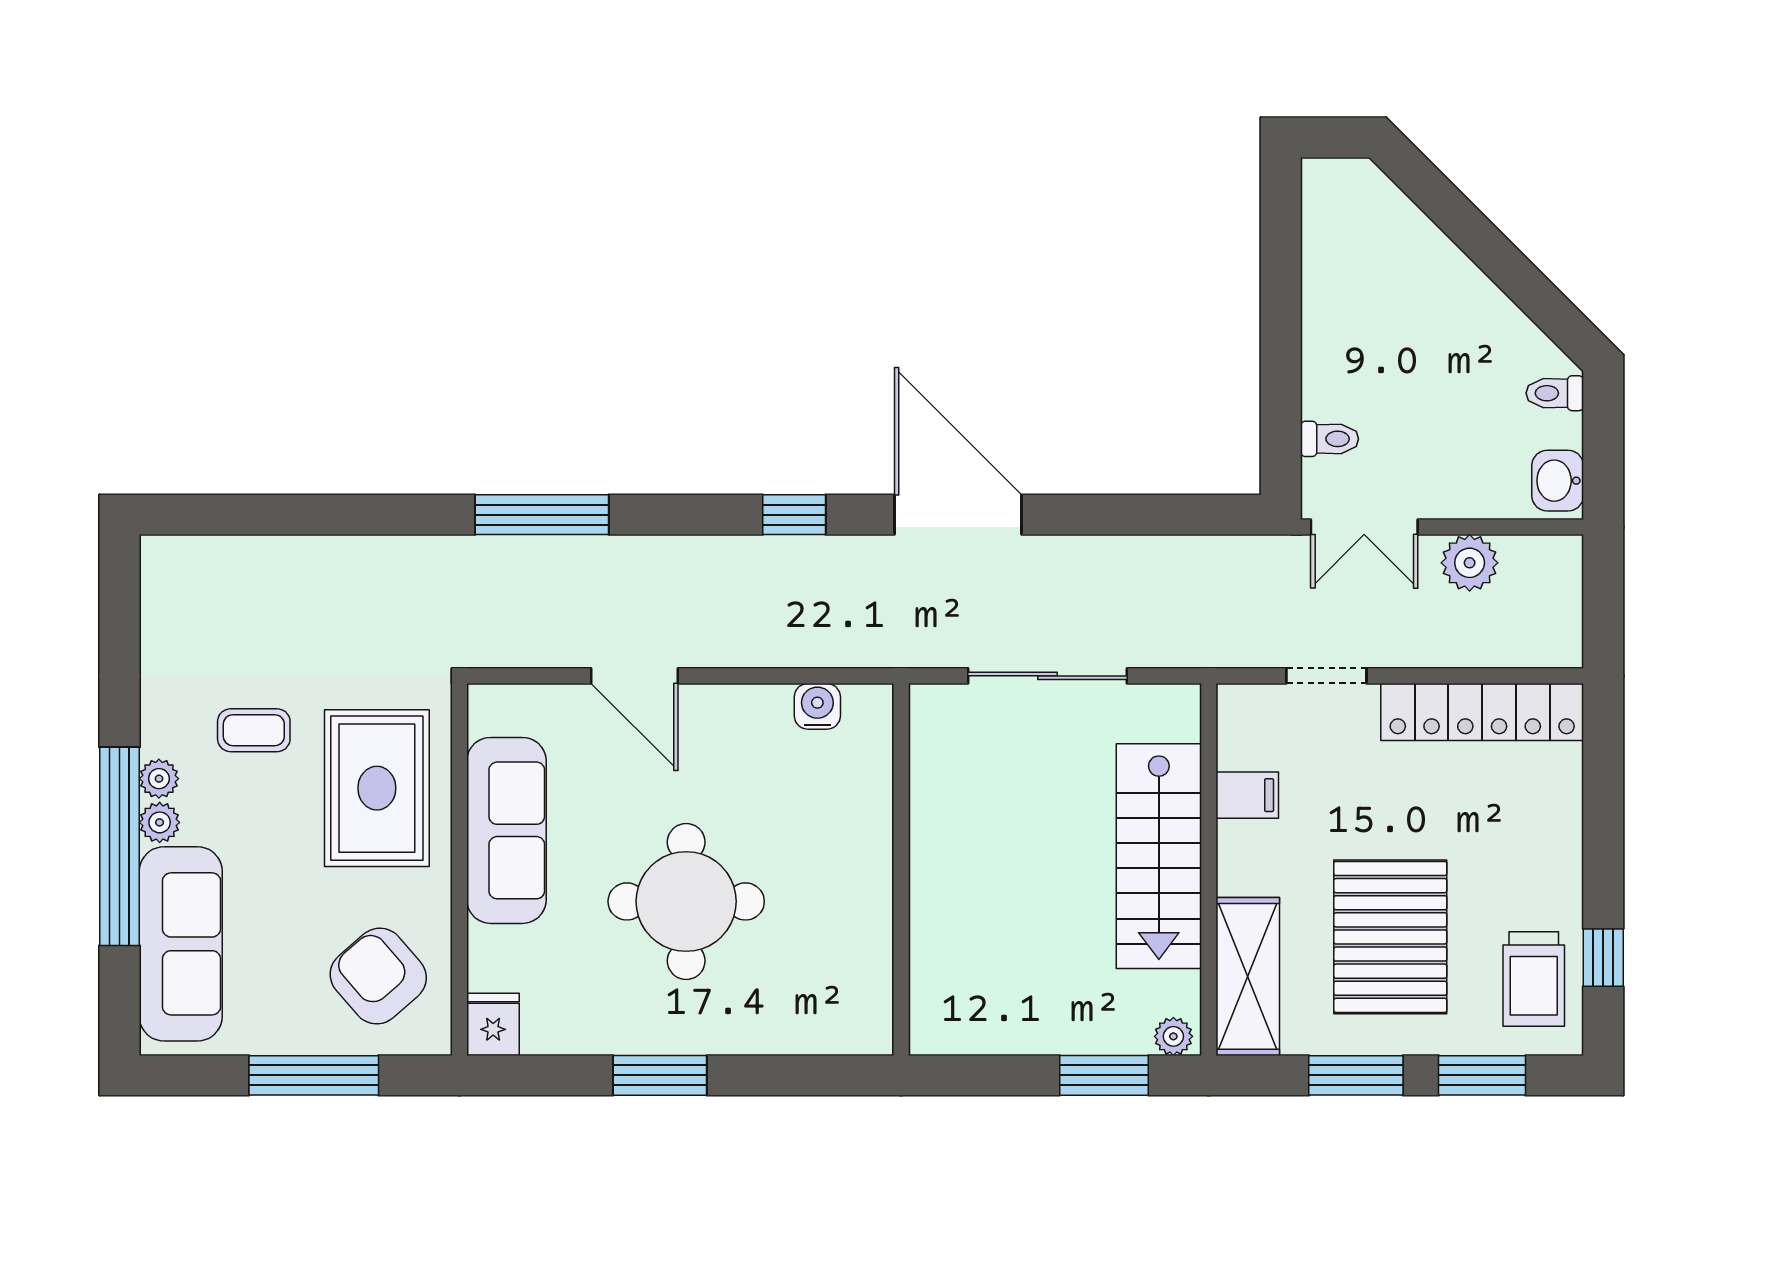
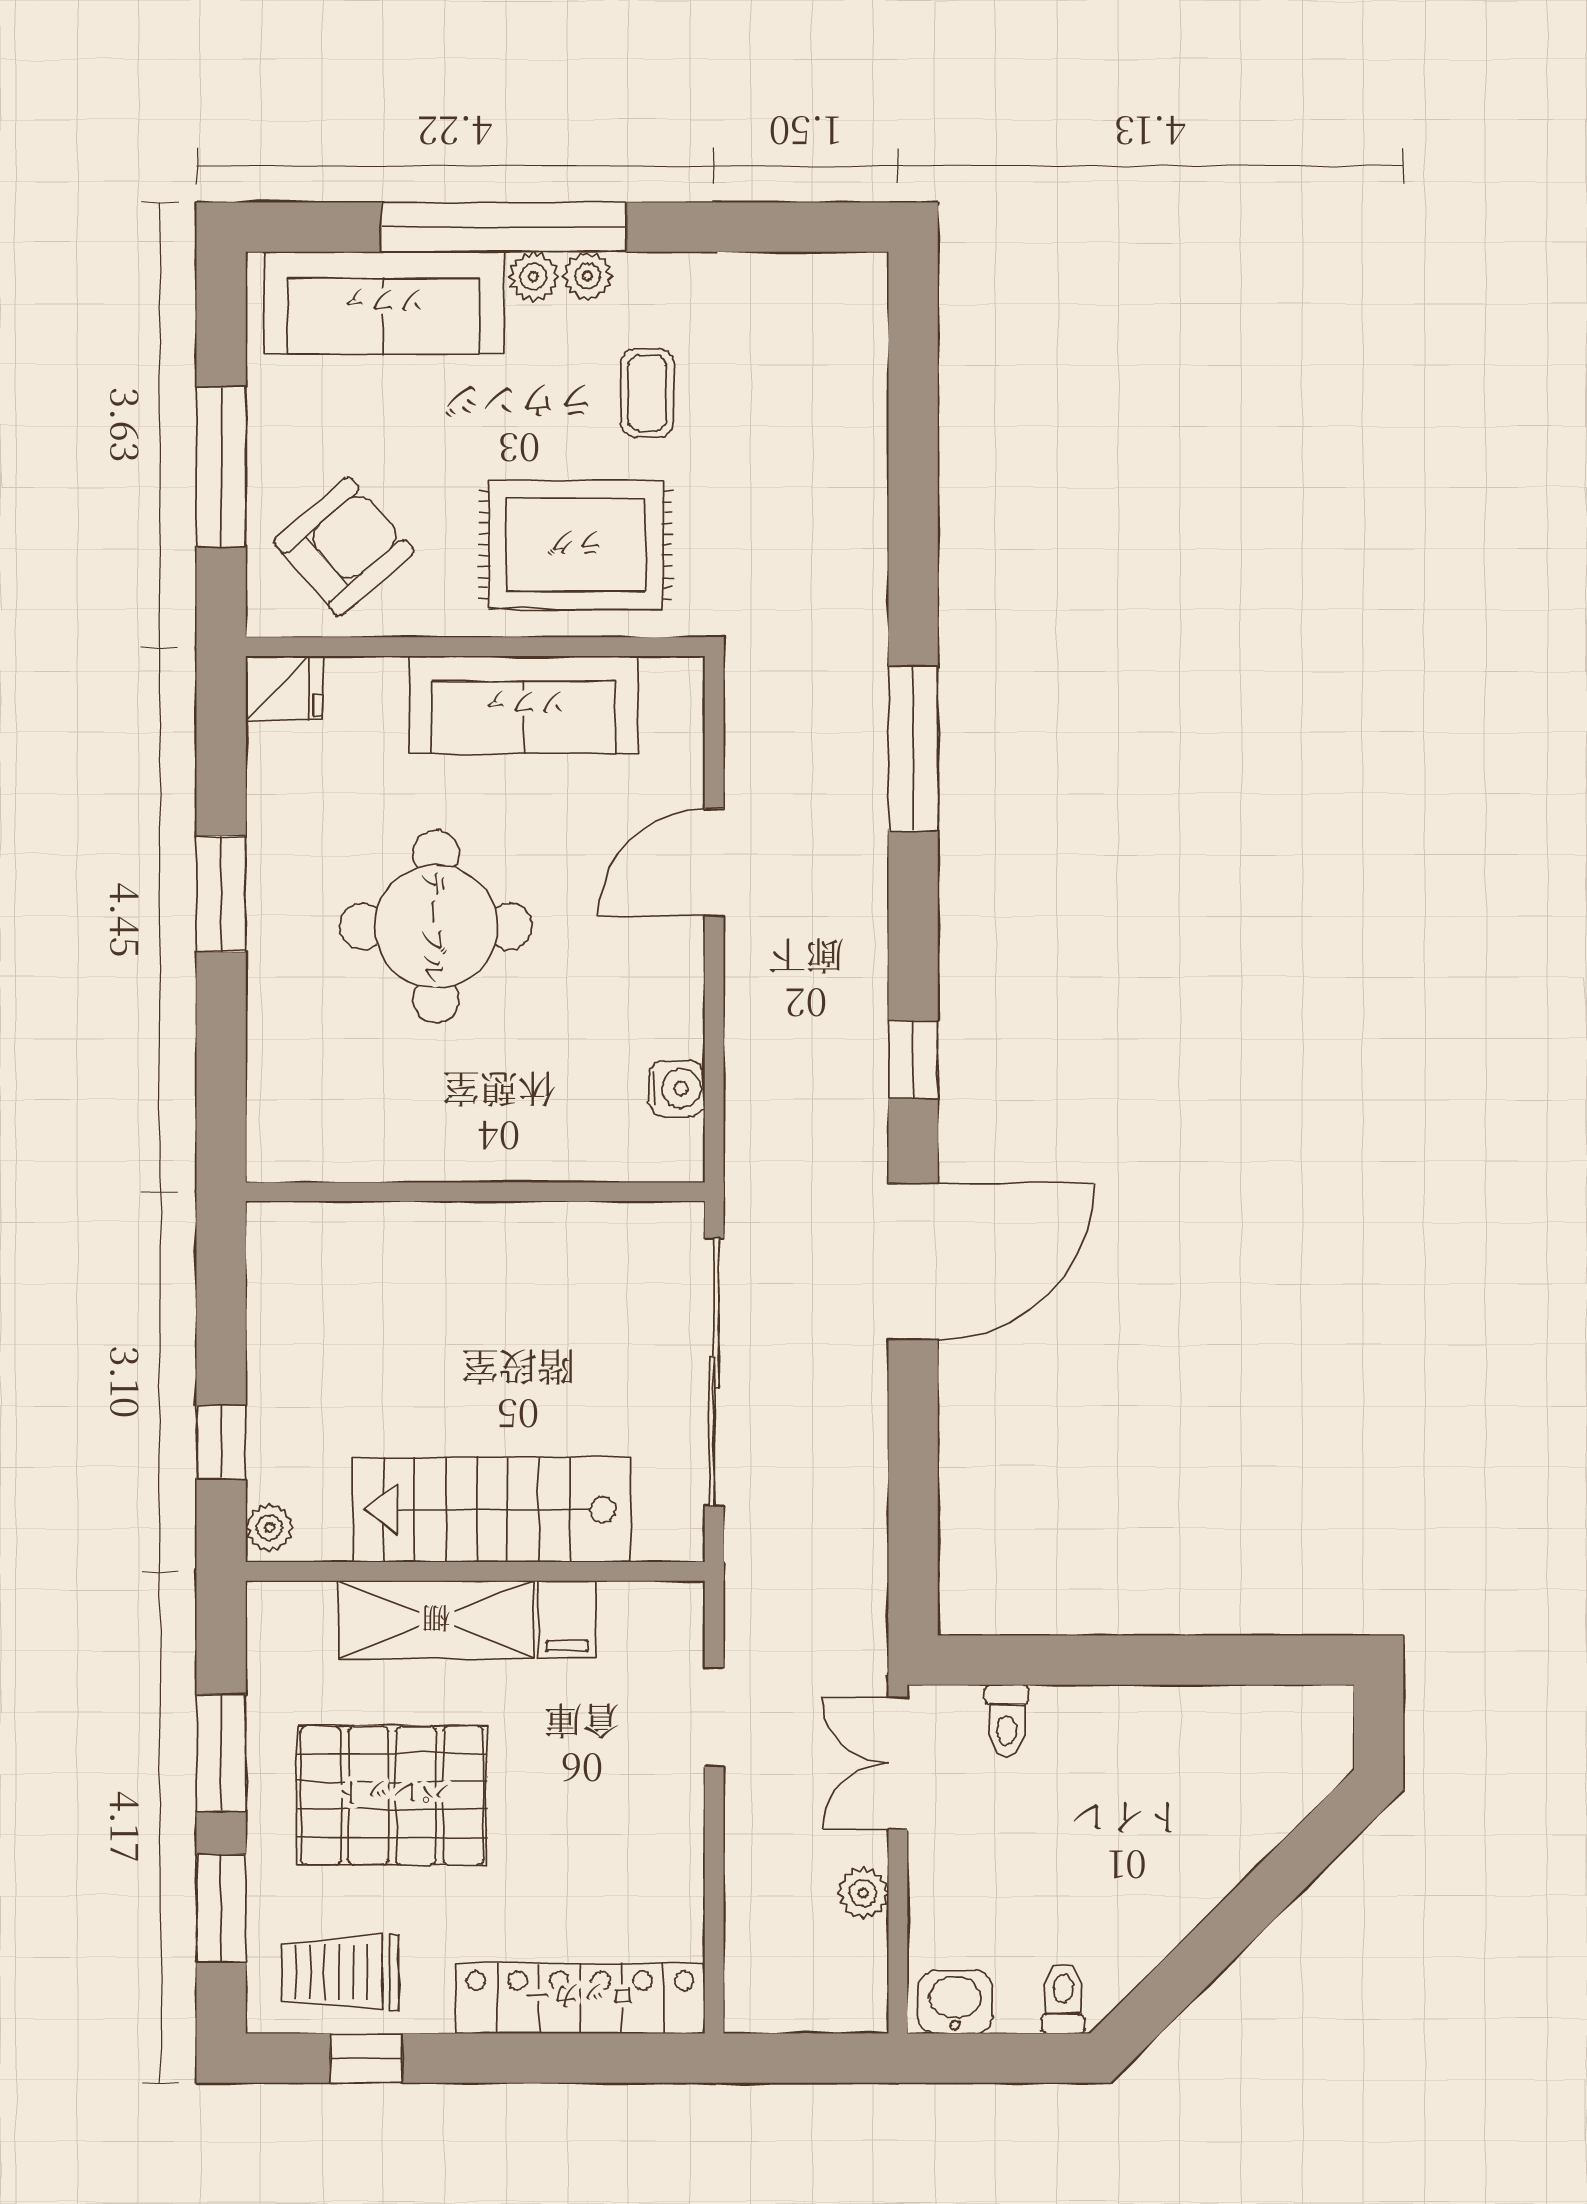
plant: (1470, 563) -> (863, 1893), width x0.73, depth x0.73
sliding door: (1047, 676) -> (714, 1372), width x1.36
locker: (1482, 712) -> (580, 1998), moved, turned 90
shelving: (1248, 976) -> (436, 1620), moved
window: (1104, 1075) -> (221, 1442), width x0.67

